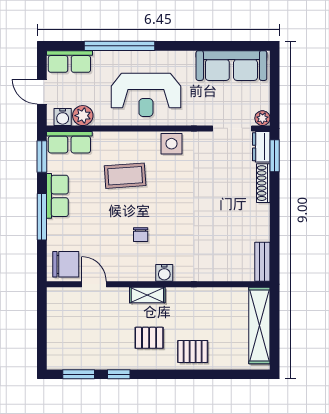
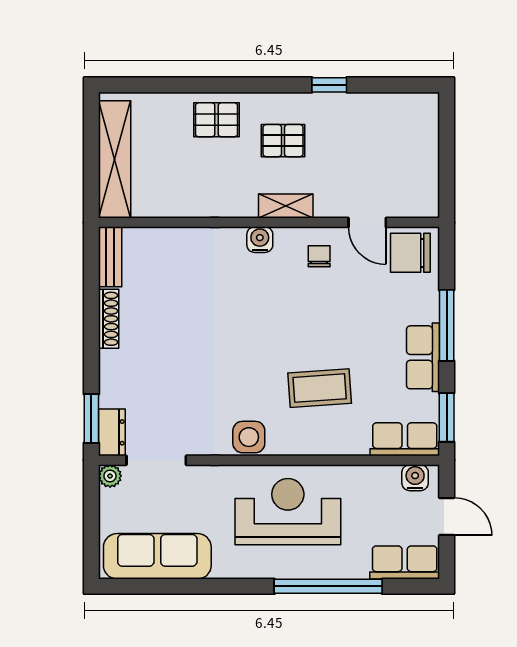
plant: (83, 116) -> (384, 480), removed
shoe rack: (263, 183) -> (109, 319), moved
chair: (141, 235) -> (319, 256), moved
window: (79, 374) -> (391, 85), removed

